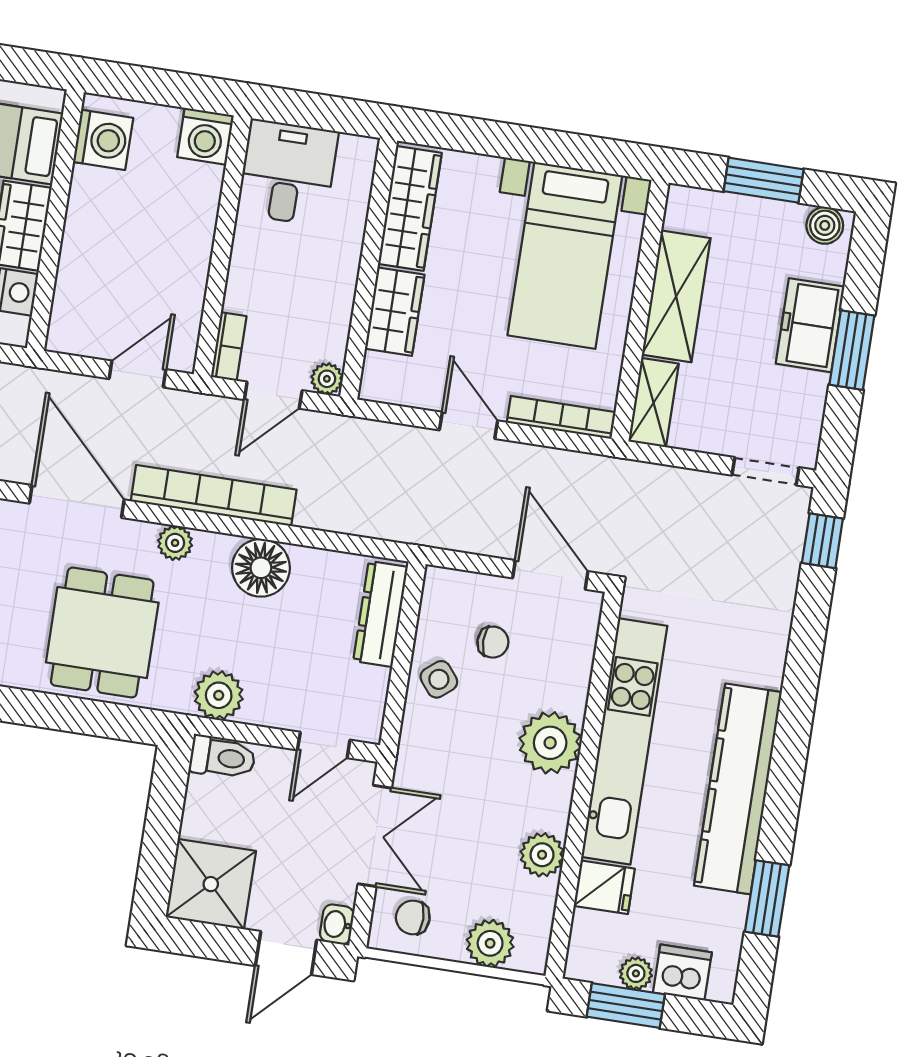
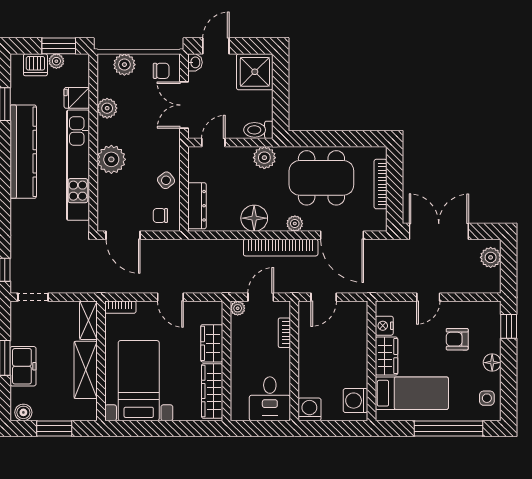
bookcase: (229, 346) -> (284, 333), moved
bookcase: (561, 417) -> (120, 307), width x0.64
dining table: (102, 633) -> (321, 178), width x1.38
chair: (493, 642) -> (160, 215), moved

